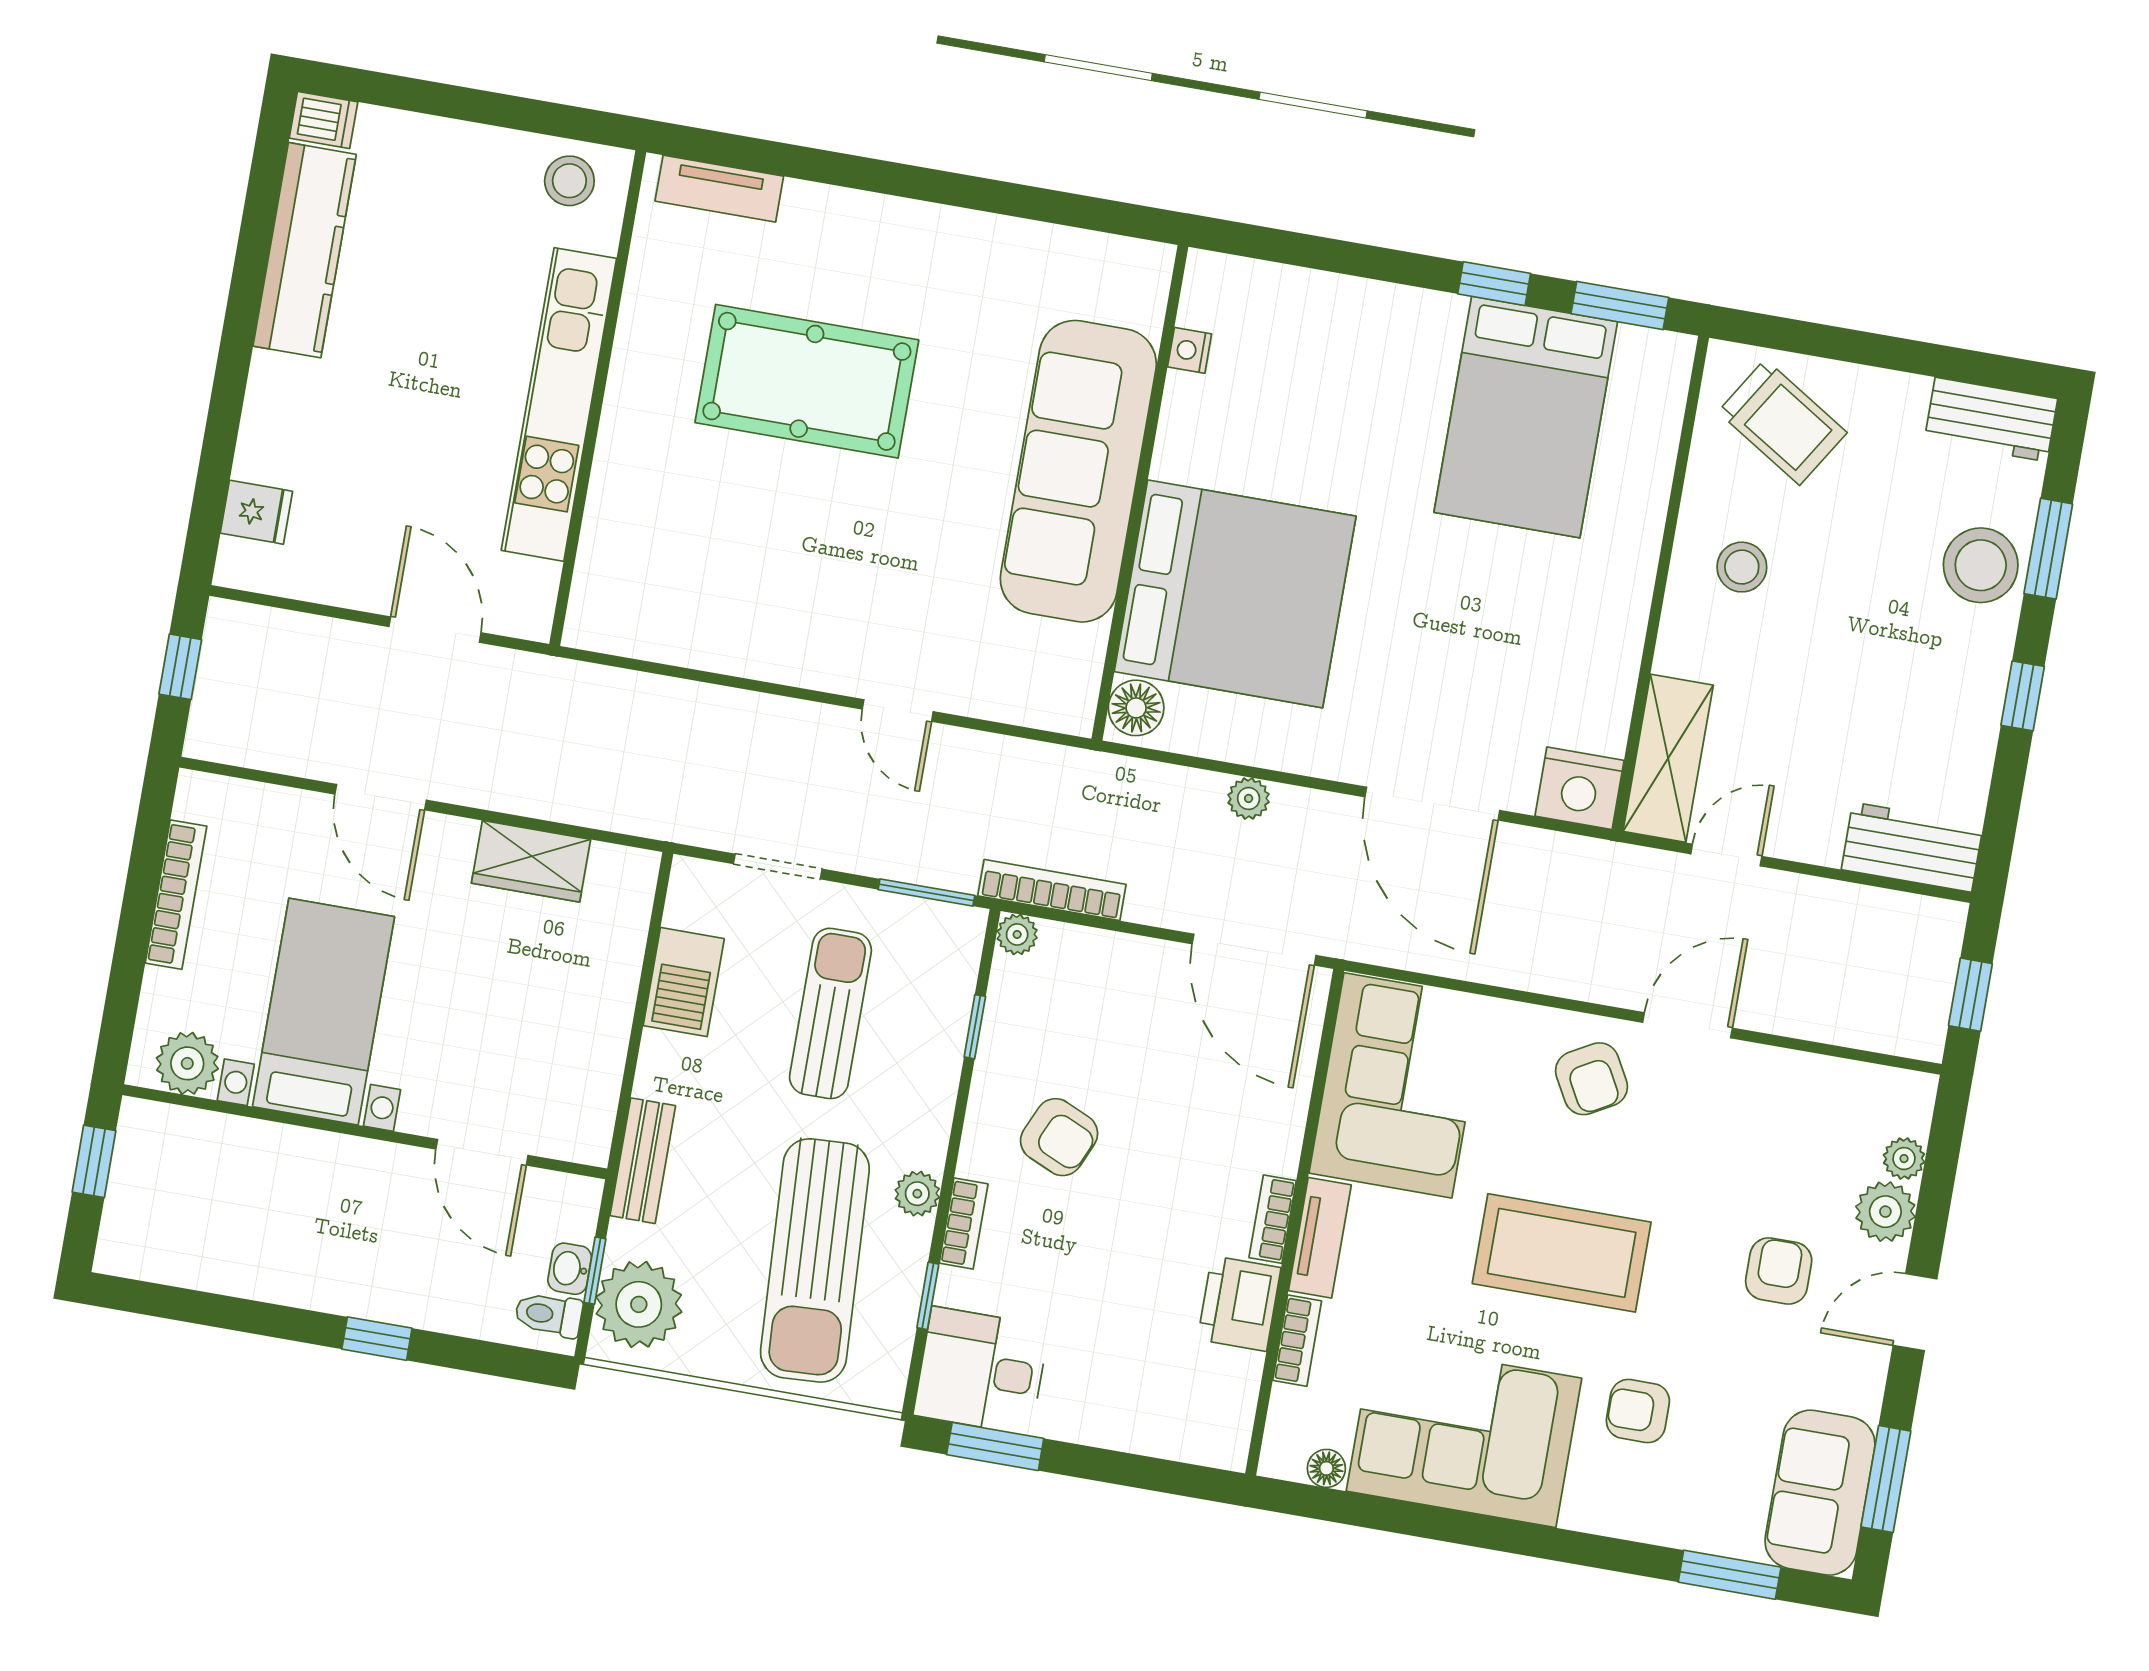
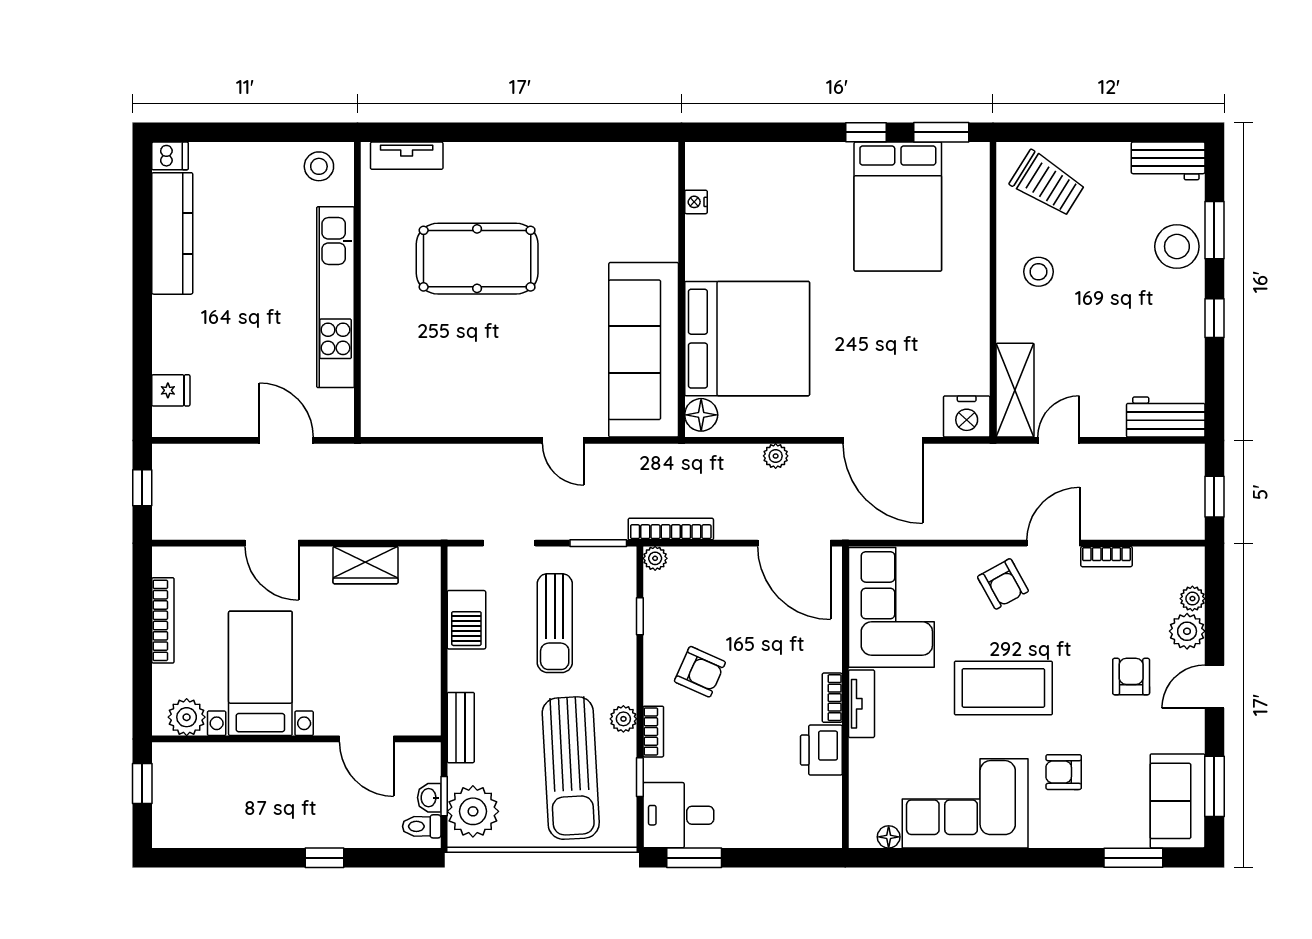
sofa: (1078, 471) -> (644, 350), moved
sun lounger: (830, 1013) -> (555, 623), turned 180
bookcase: (1297, 1341) -> (1106, 557), moved, turned 90

